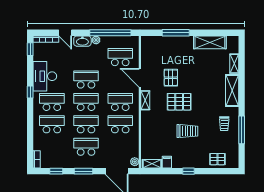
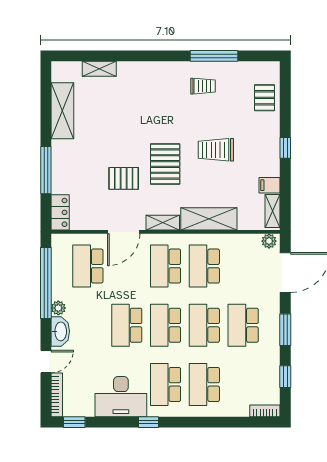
locker: (151, 41) -> (60, 212), added
shelving: (232, 90) -> (209, 219), moved
trolley: (187, 131) -> (216, 150), turned -90

